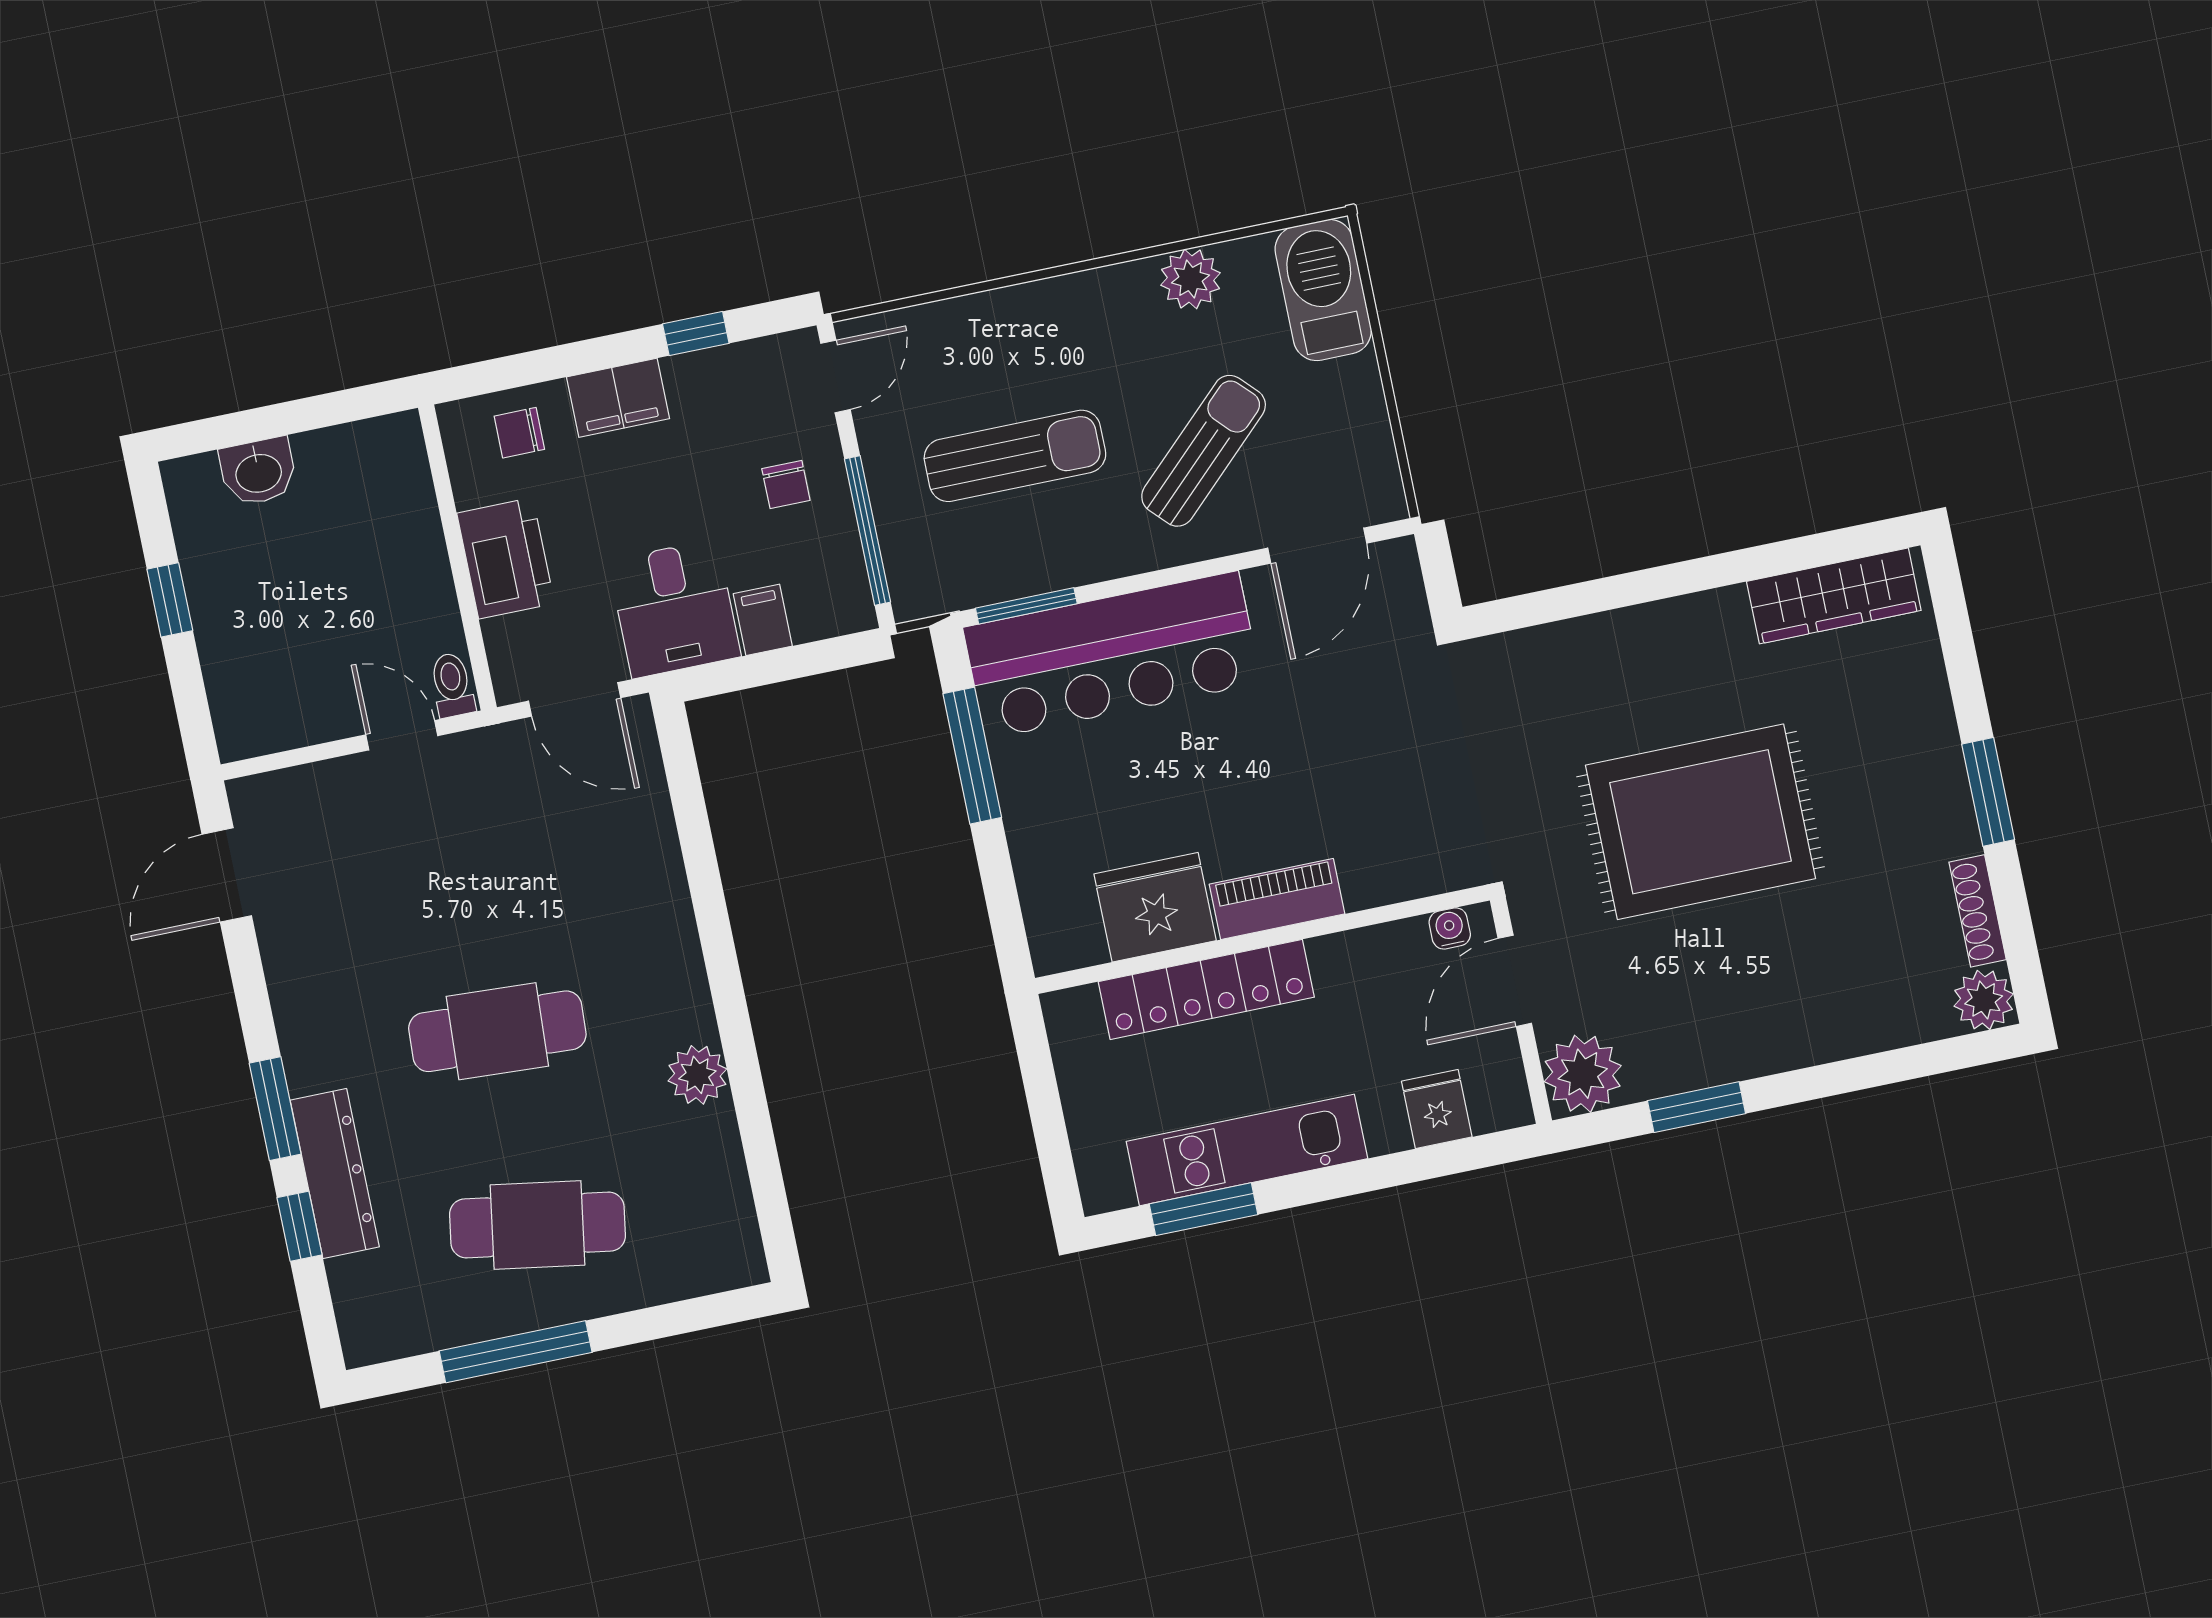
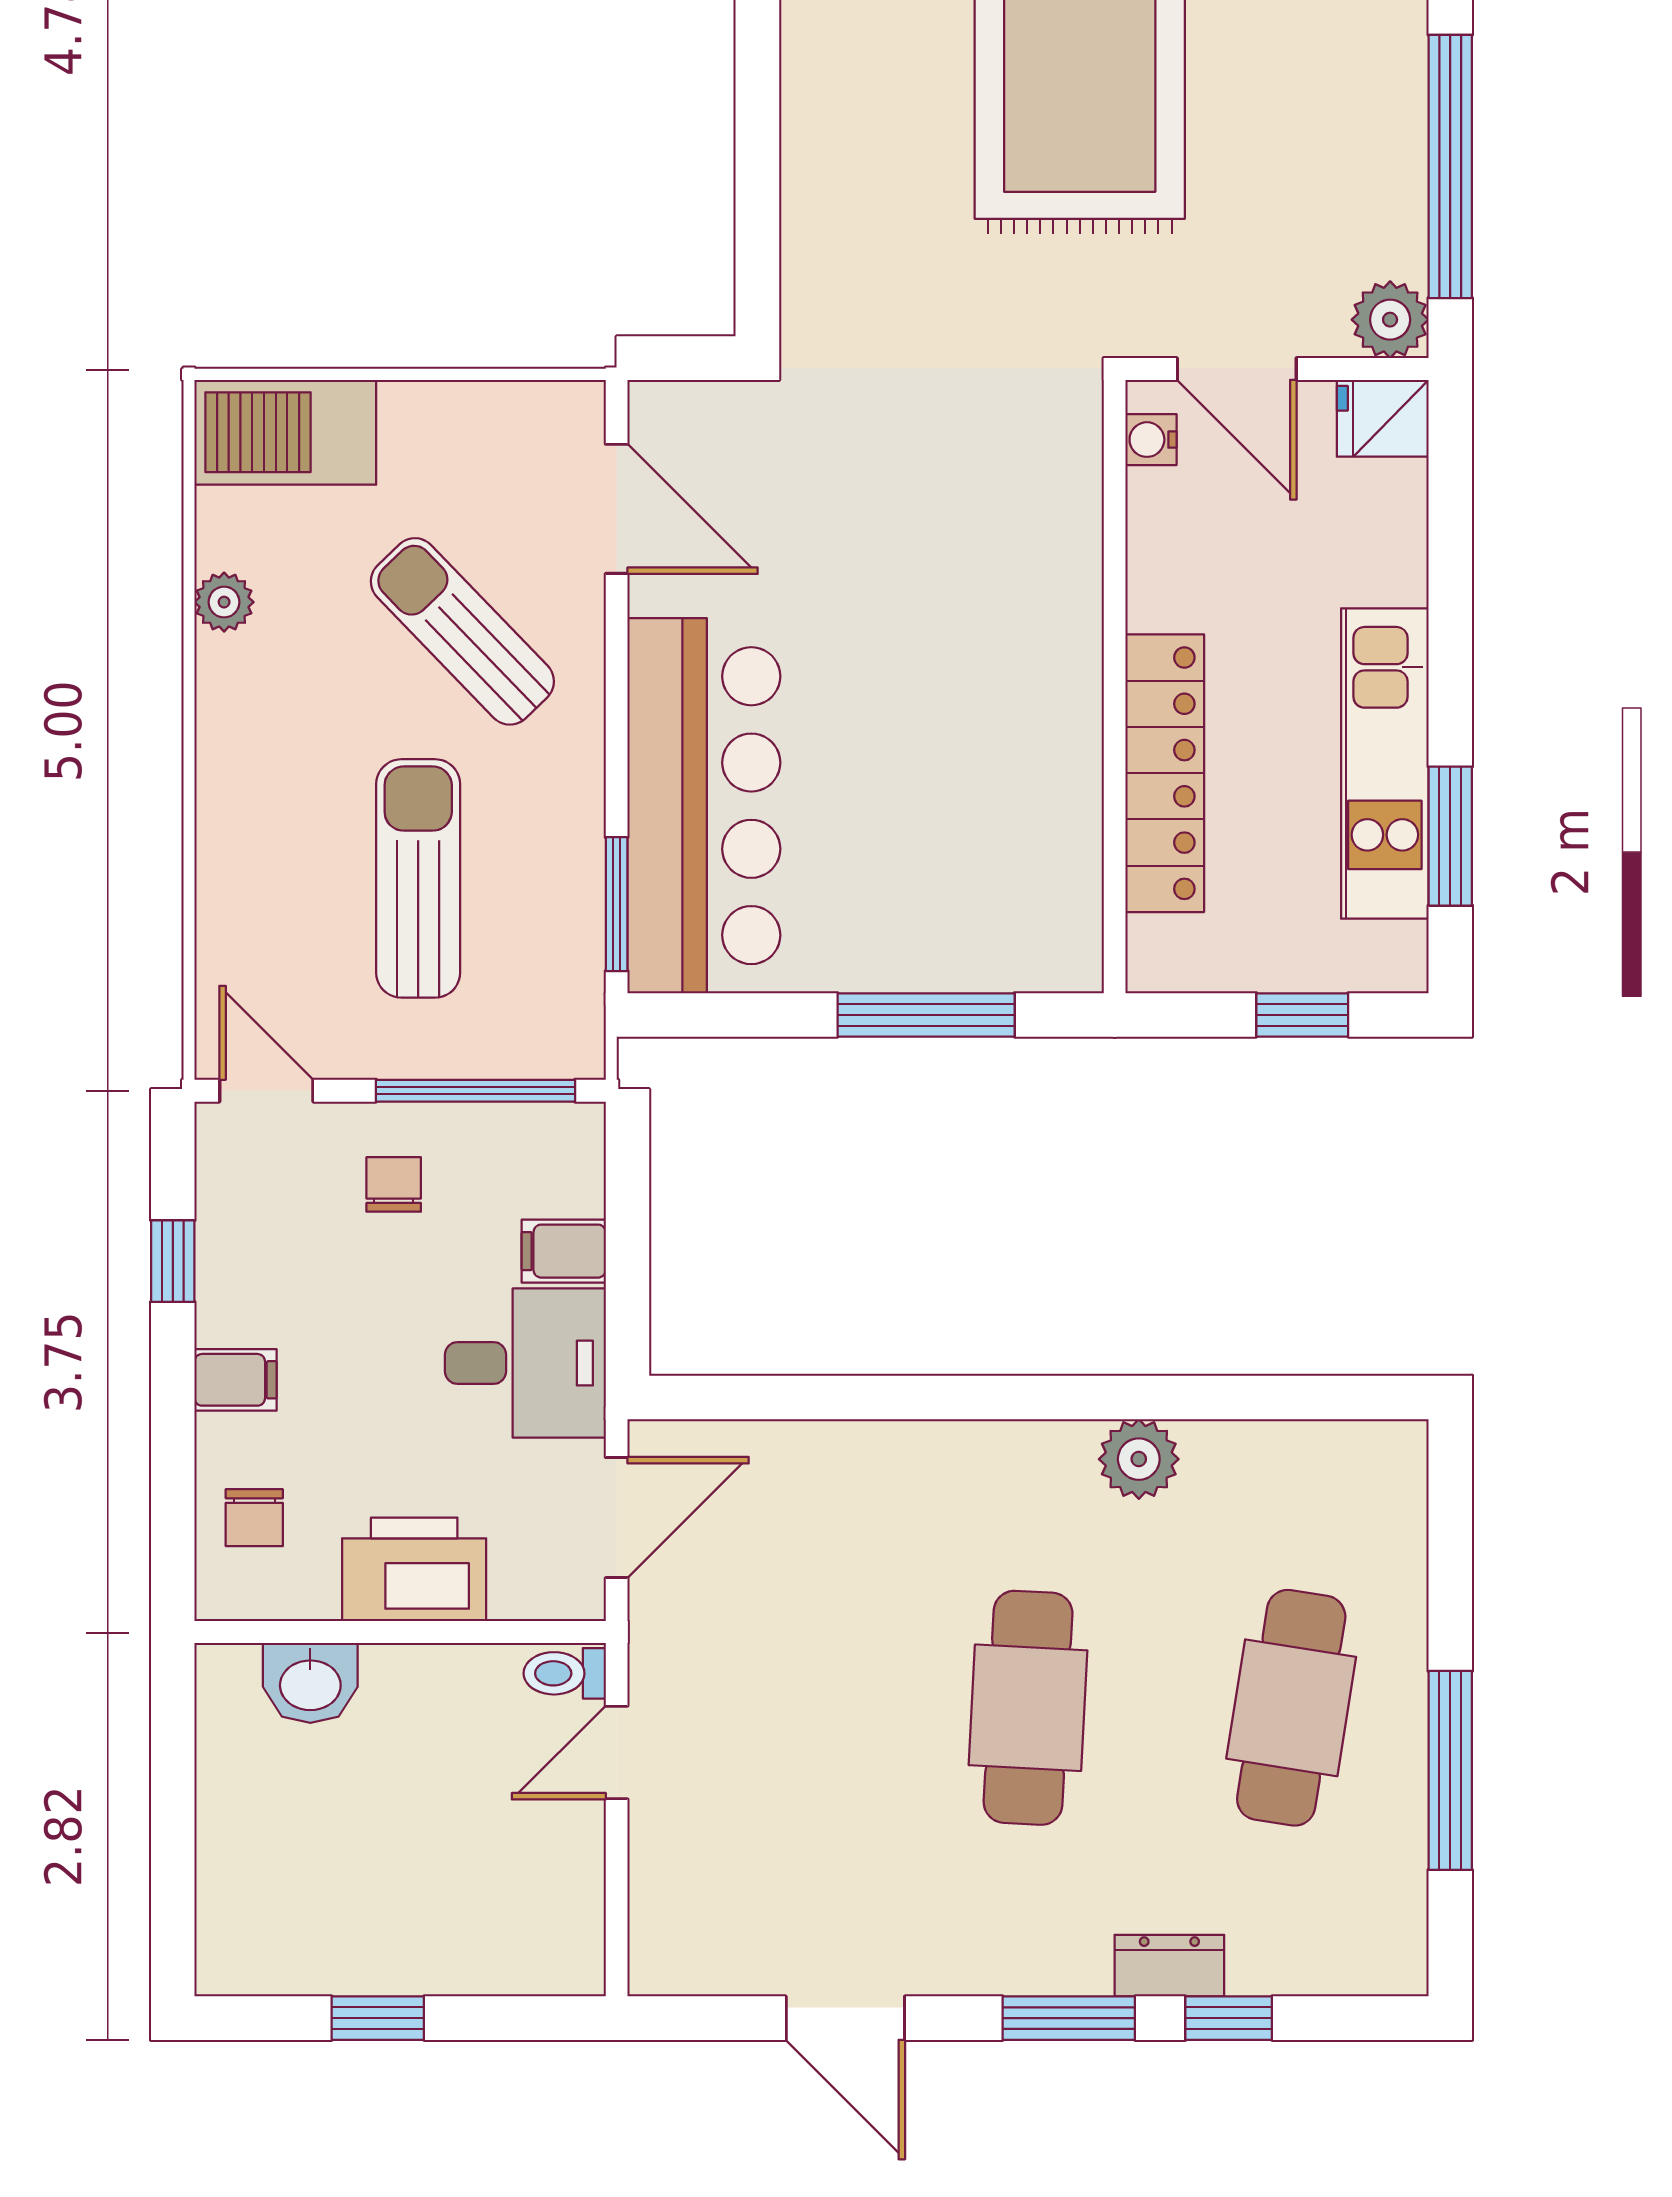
plant: (1191, 279) -> (224, 602), width x0.73, depth x0.73
filing cabinet: (618, 398) -> (235, 1380), width x0.50
washbasin: (258, 472) -> (310, 1683), moved, turned 90
chair: (786, 485) -> (394, 1184), turned -90
window: (972, 756) -> (926, 1015), moved
door: (227, 875) -> (845, 2018), moved
piano: (1277, 899) -> (1066, 657), removed
fridge: (1155, 907) -> (1044, 818), removed
plant: (1583, 1074) -> (1390, 320), width x0.73, depth x0.73
window: (1696, 1107) -> (1450, 166), width x2.11
fridge: (1437, 1109) -> (1383, 418), moved
window: (1049, 1128) -> (1302, 1015), added
dresser: (335, 1173) -> (1169, 1966), width x0.51, depth x0.80

